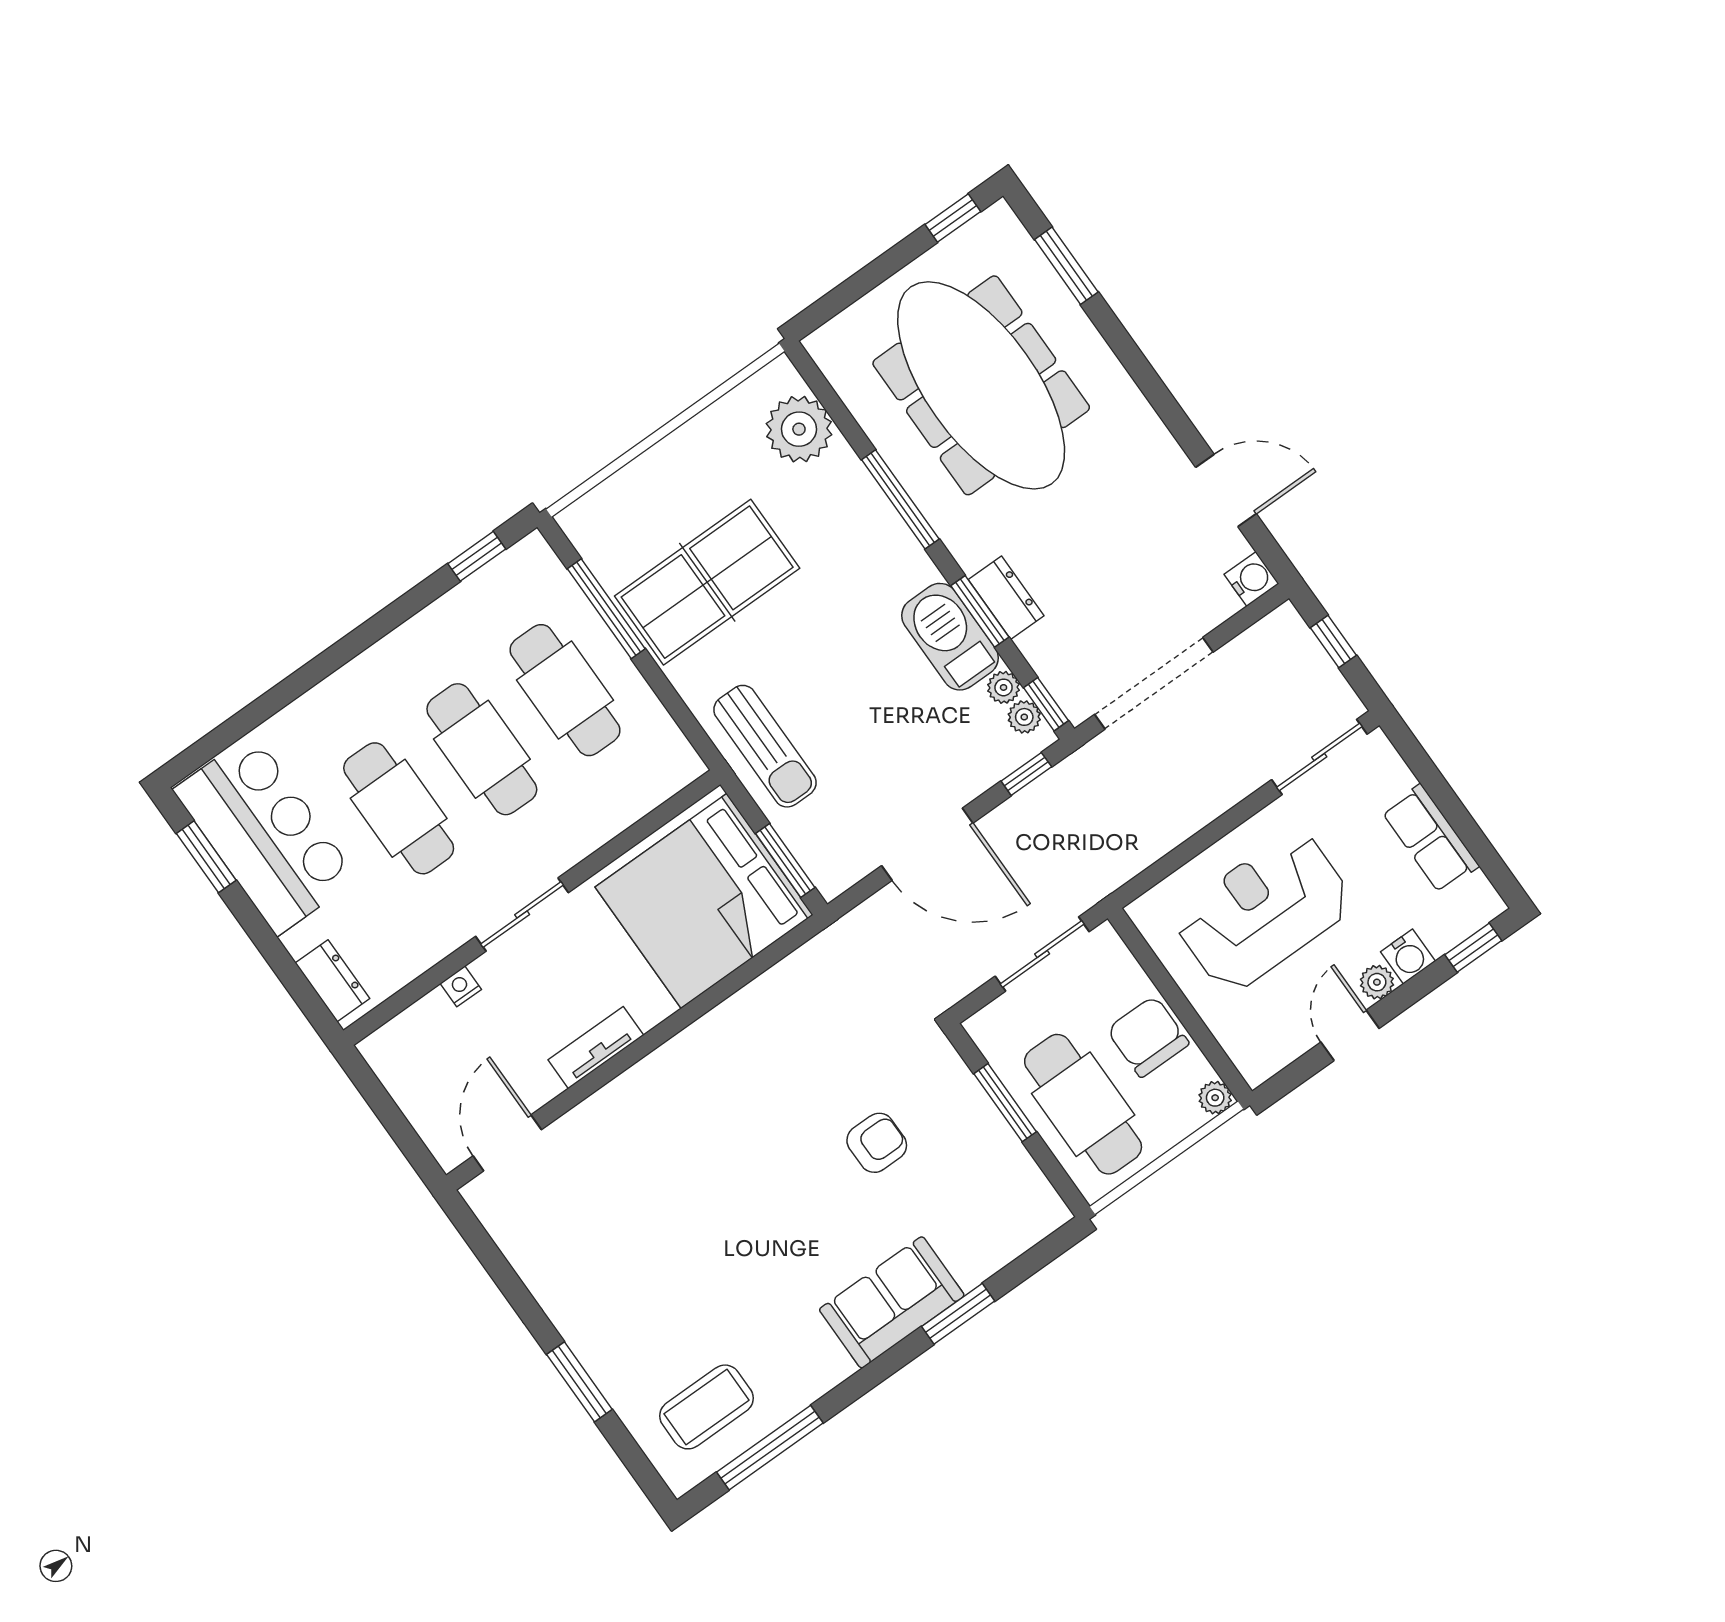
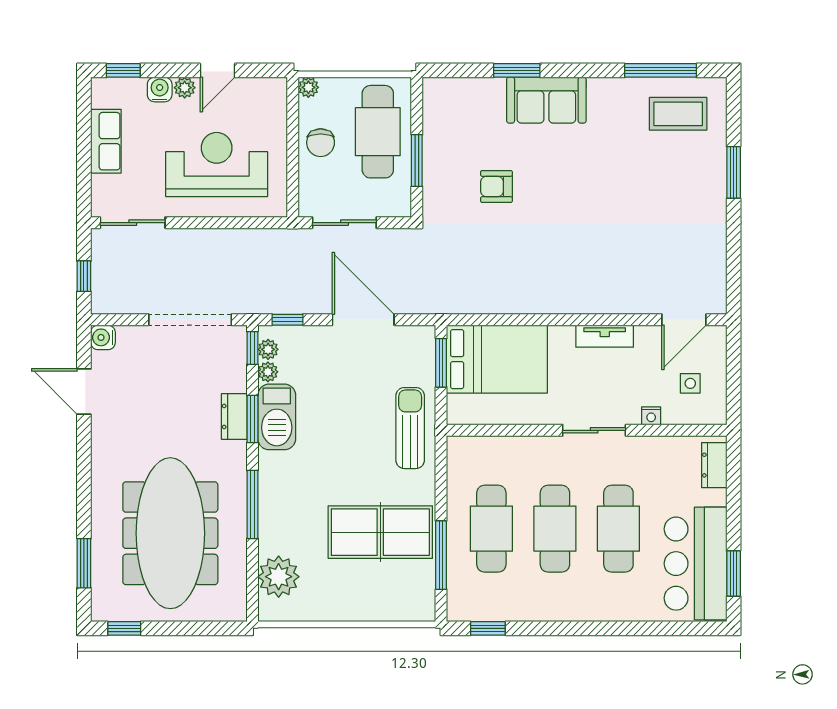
bed: (704, 901) -> (497, 359), width x0.73
reception desk: (1264, 911) -> (217, 165), turned 180
chair: (1148, 1037) -> (321, 143), width x0.73, depth x0.73
side table: (440, 1065) -> (690, 383), added

